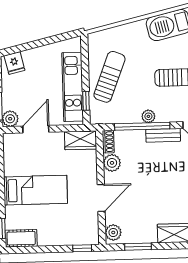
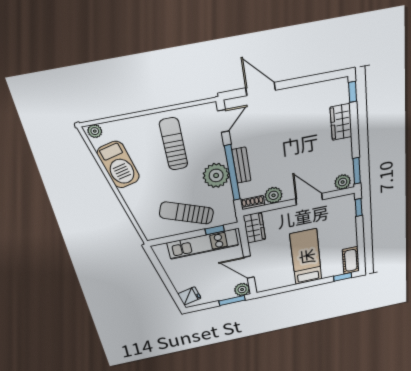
plant: (148, 116) -> (216, 175), width x1.87, depth x1.87
bench: (163, 135) -> (241, 165), moved
window: (138, 247) -> (357, 171), moved

